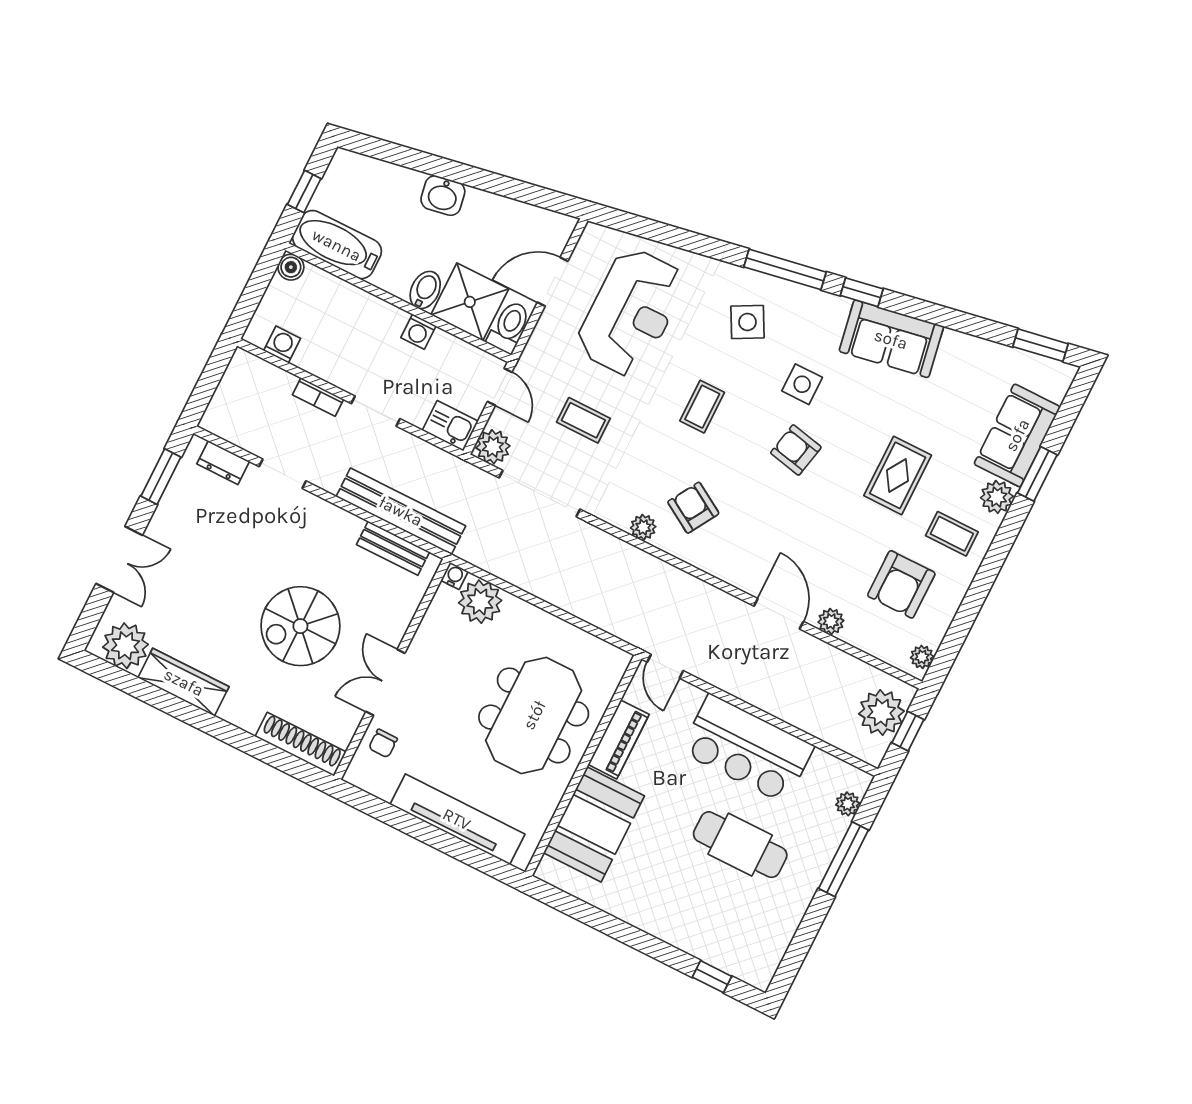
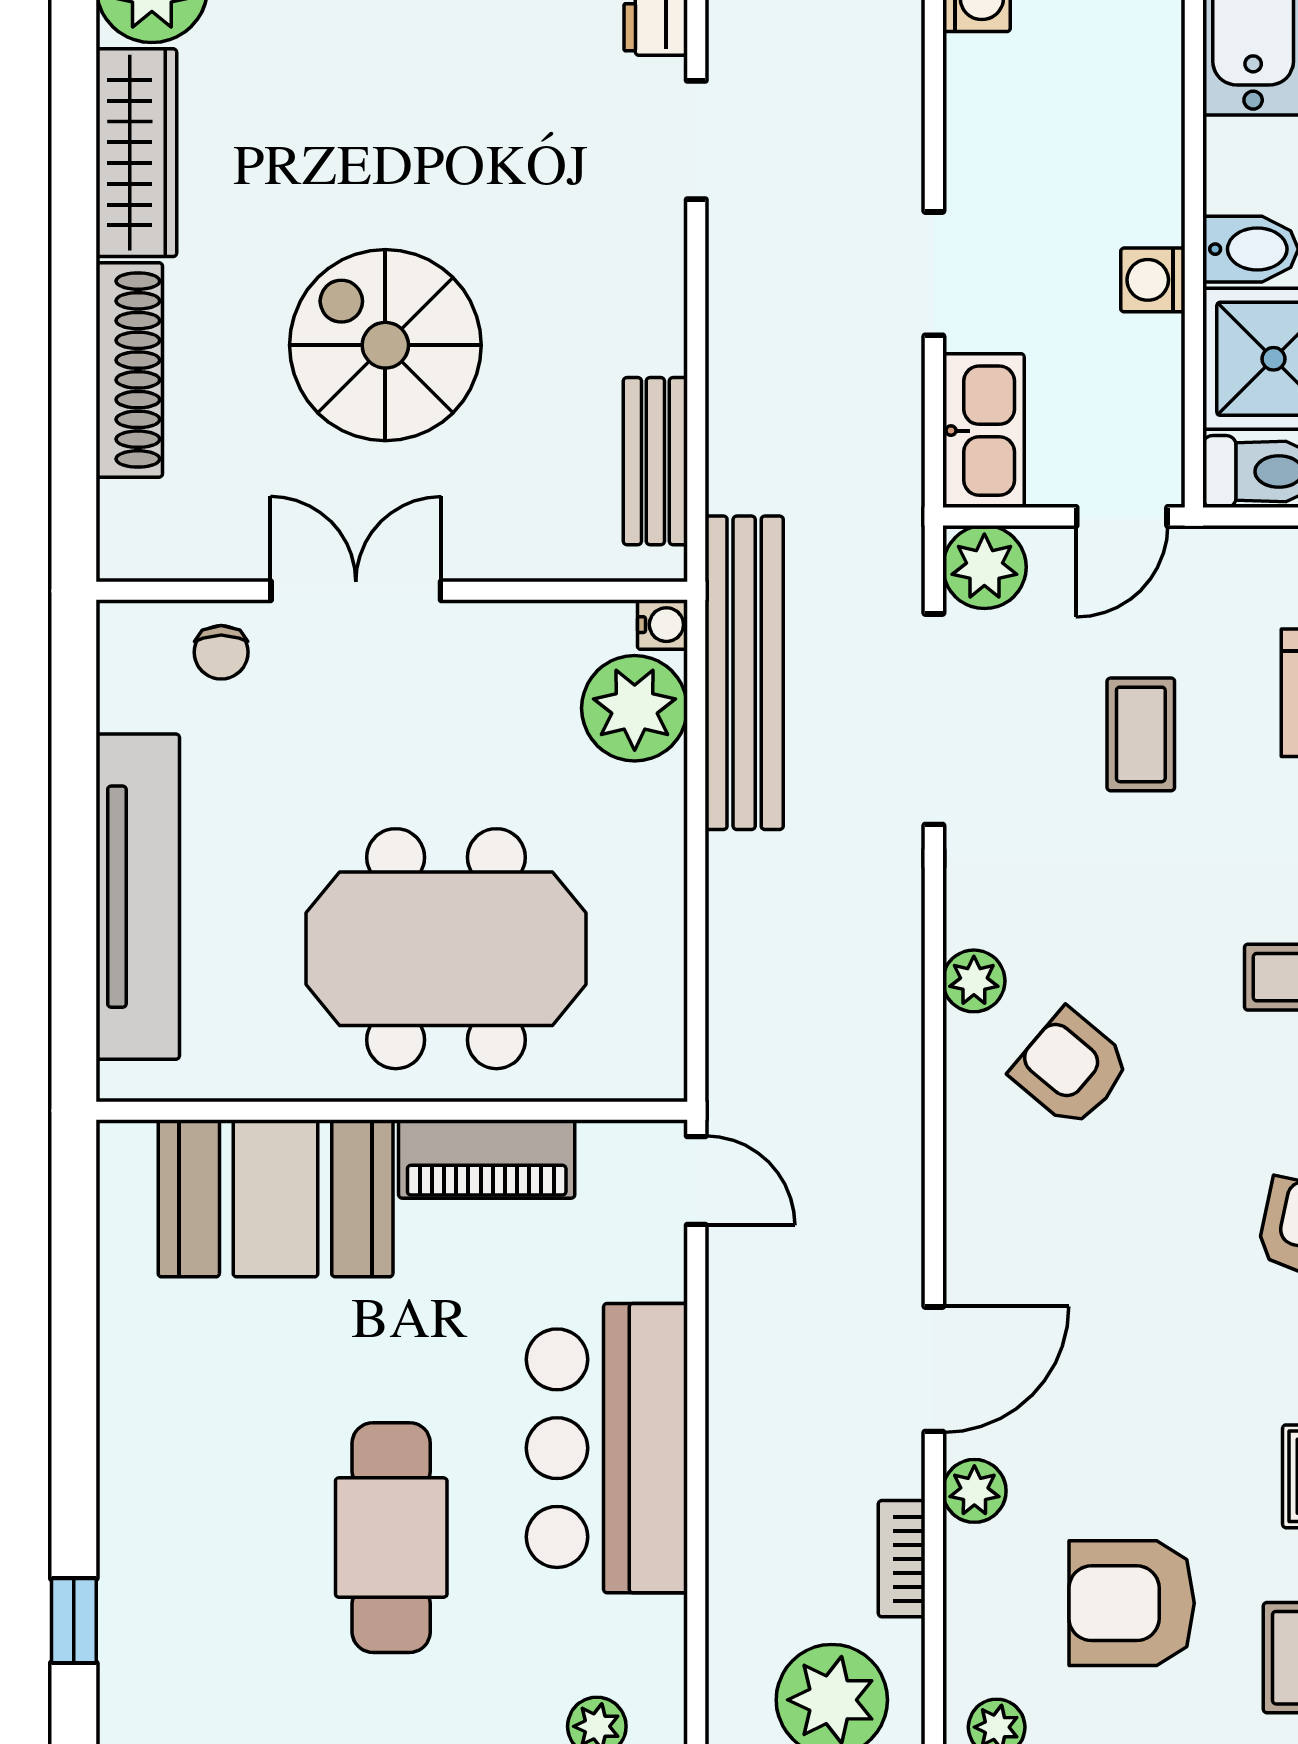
bookcase: (318, 397) -> (902, 1559), moved
kitchen sink: (450, 426) -> (983, 431), width x1.38
armchair: (693, 508) -> (1071, 1068), turned -81
bench: (401, 511) -> (744, 673), moved
door: (665, 666) -> (696, 1180), swing flipped
chair: (383, 743) -> (221, 652), turned -90
shoe rack: (301, 744) -> (129, 370), moved

